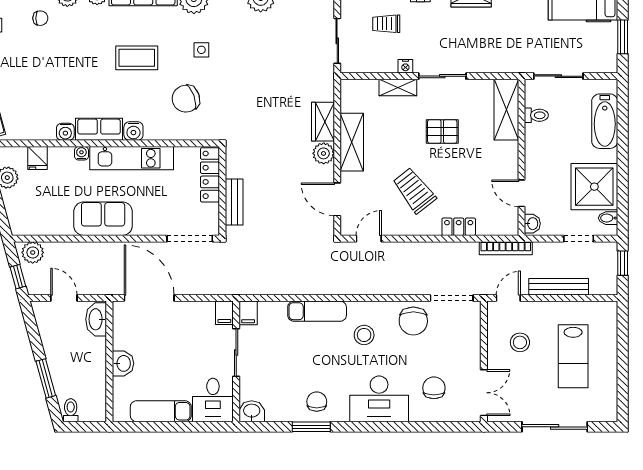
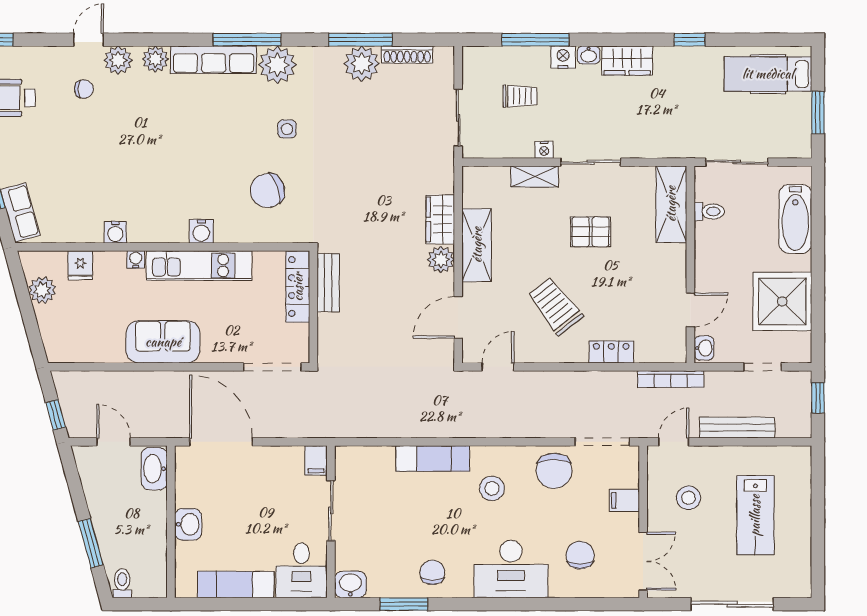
trolley: (386, 24) -> (520, 96), turned 180
coffee table: (137, 58) -> (205, 139), removed
row of seats: (99, 129) -> (158, 229), removed
door: (522, 193) -> (690, 310), swing flipped
door: (337, 199) -> (458, 317), hinge flipped
bench: (234, 202) -> (328, 283), moved
bidet: (608, 218) -> (800, 341), removed
plant: (33, 252) -> (74, 384), removed
filing cabinet: (248, 313) -> (624, 500), moved, turned 90
window: (311, 427) -> (404, 604), moved

